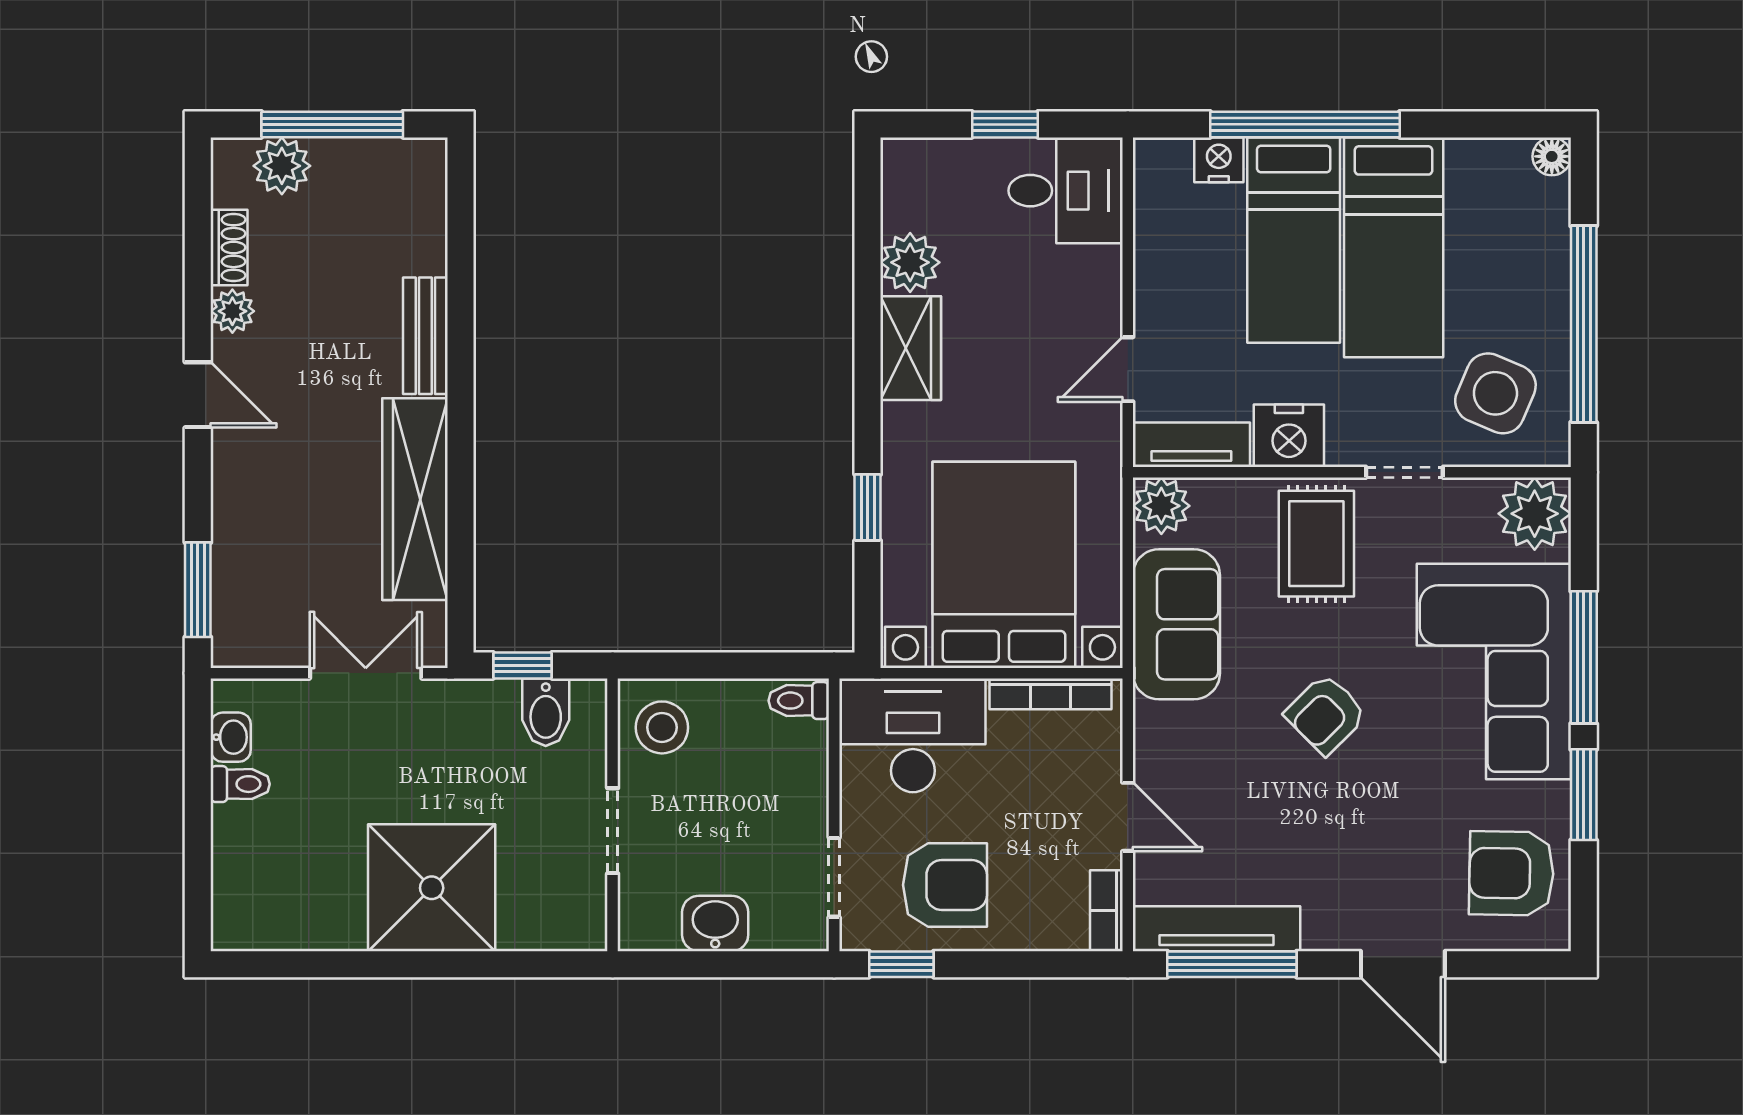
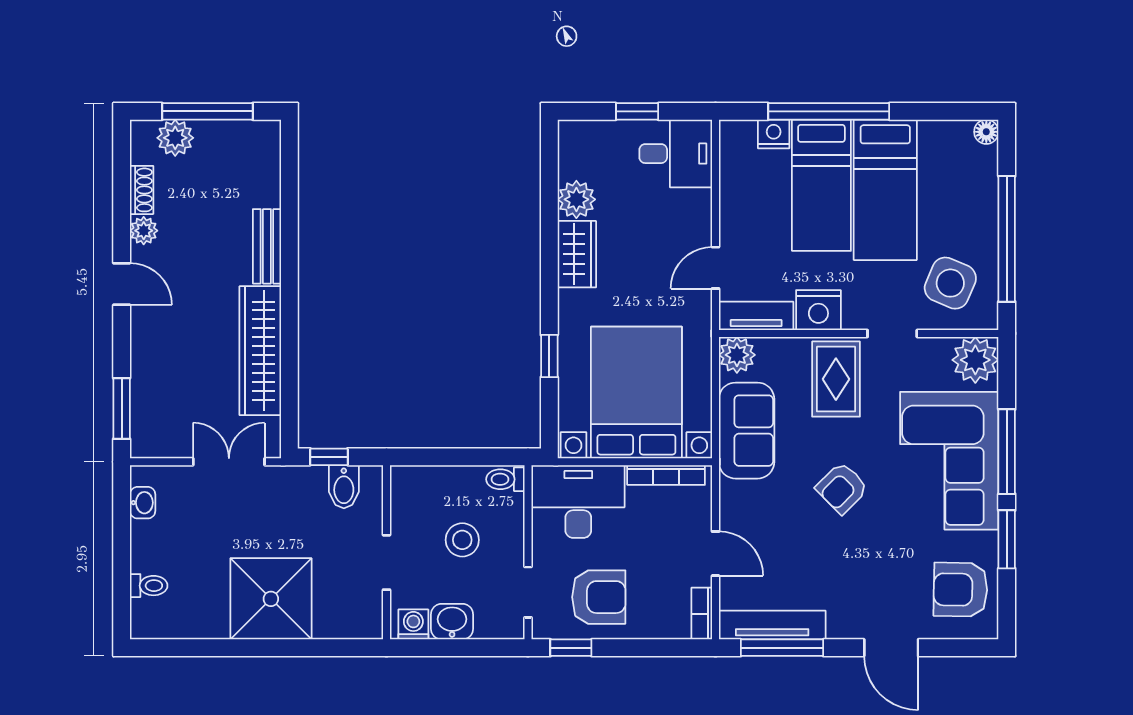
stool: (662, 727) -> (462, 540), moved
toilet: (240, 784) -> (149, 586), moved
washing machine: (655, 928) -> (413, 624), added

